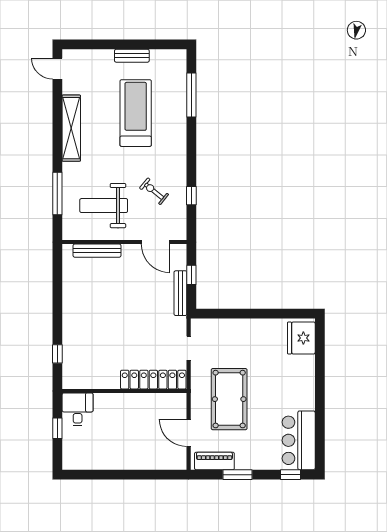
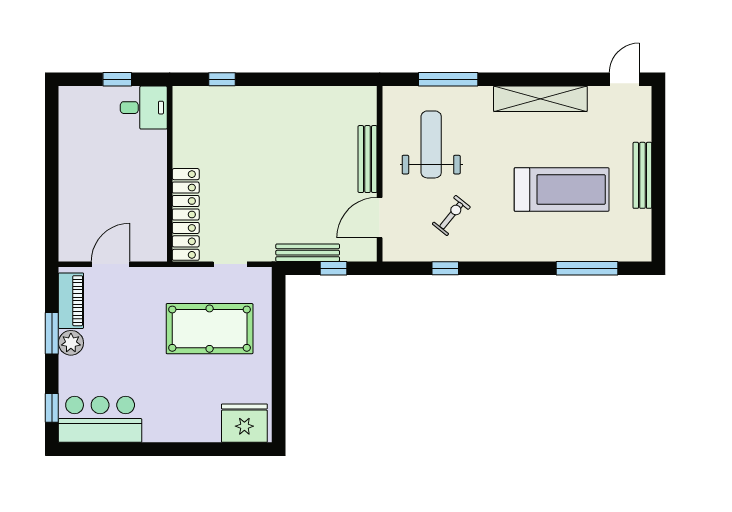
bench: (132, 56) -> (642, 175), width x1.36
bench: (97, 251) -> (368, 159), moved
pool table: (229, 399) -> (210, 329), moved
plant: (244, 461) -> (71, 343), added

